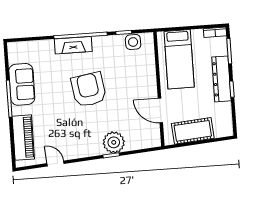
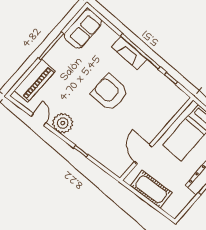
side table: (133, 42) -> (171, 91), removed
sofa: (22, 84) -> (83, 29), moved
armchair: (89, 90) -> (110, 93), turned -81
plant: (114, 142) -> (63, 123), moved

